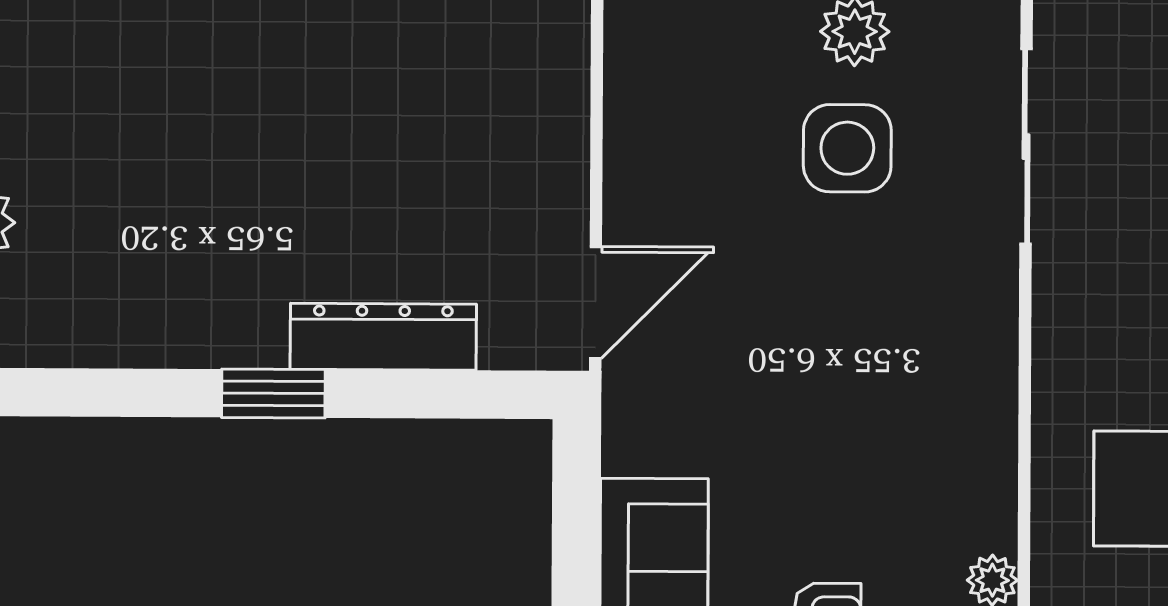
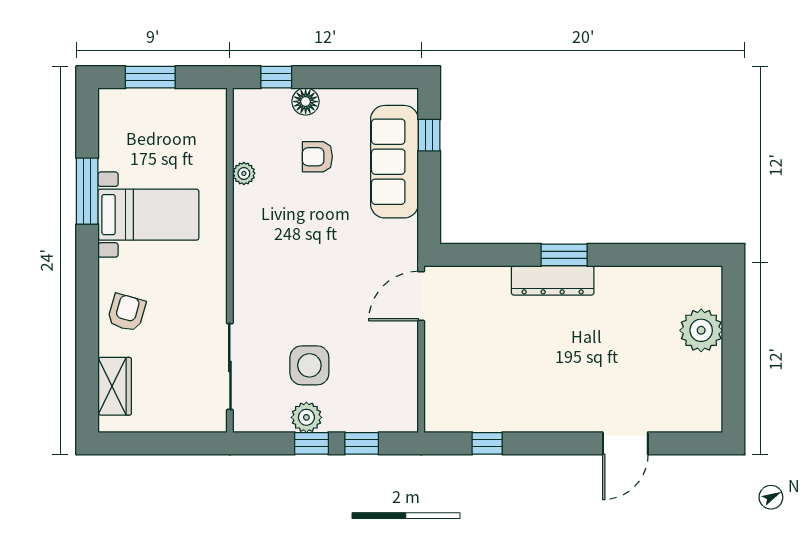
dresser: (383, 337) -> (553, 280), moved

